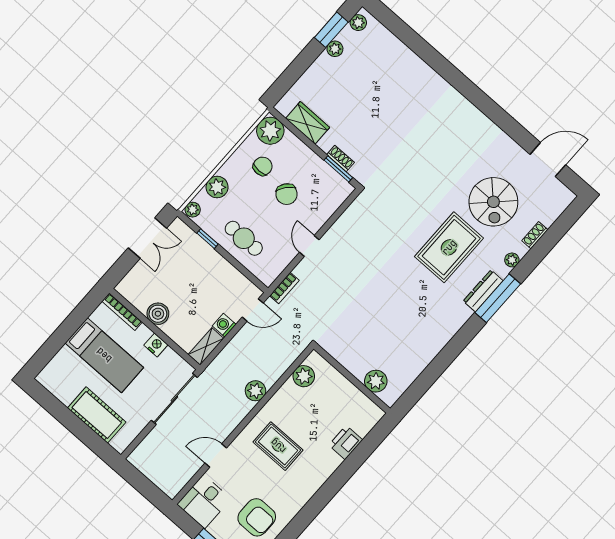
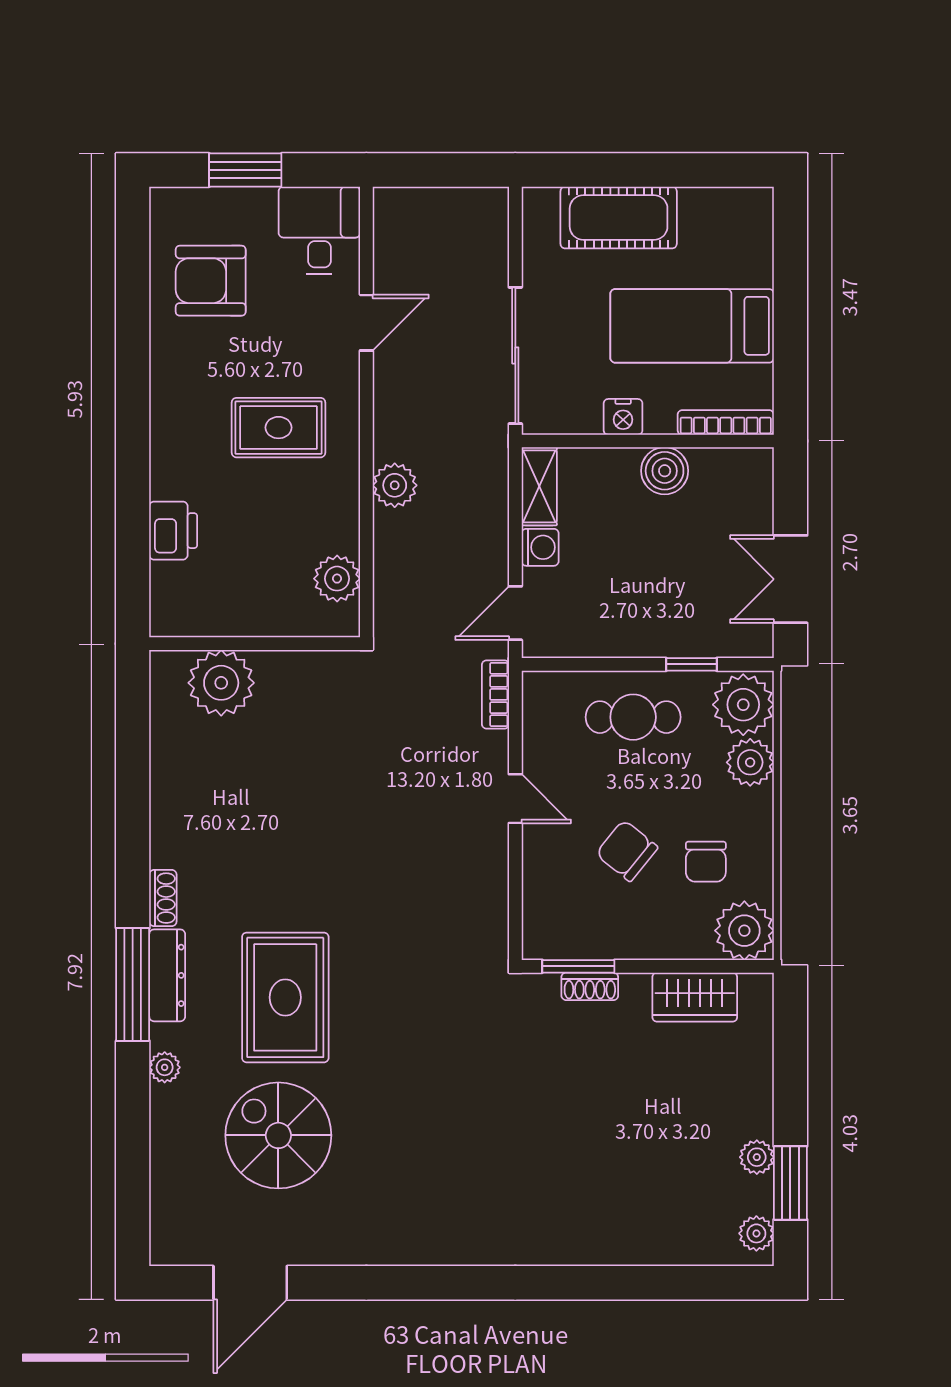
plant: (193, 210) -> (743, 705), width x1.88, depth x1.88
shoe rack: (535, 235) -> (163, 898), moved
plant: (376, 381) -> (221, 683), width x1.36, depth x1.36

